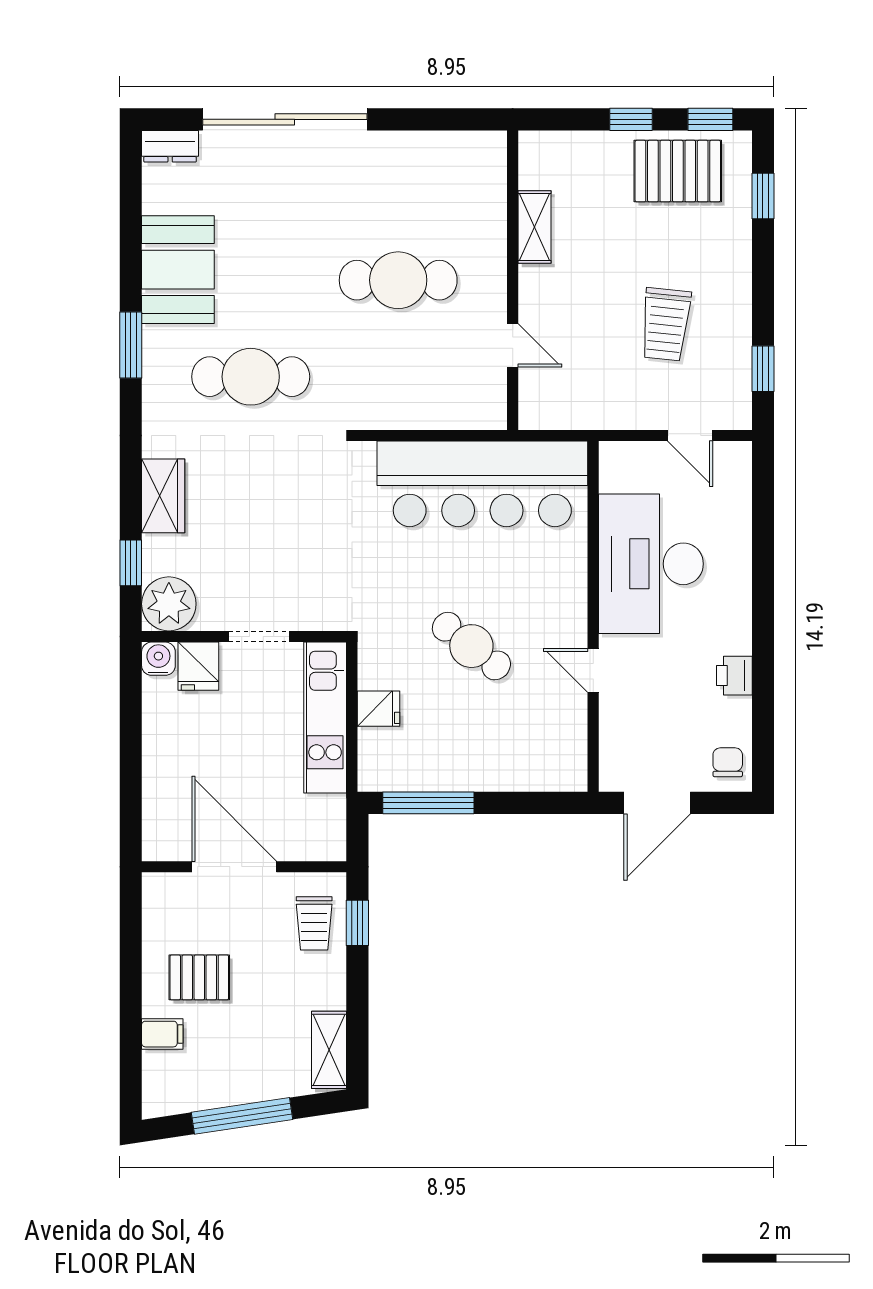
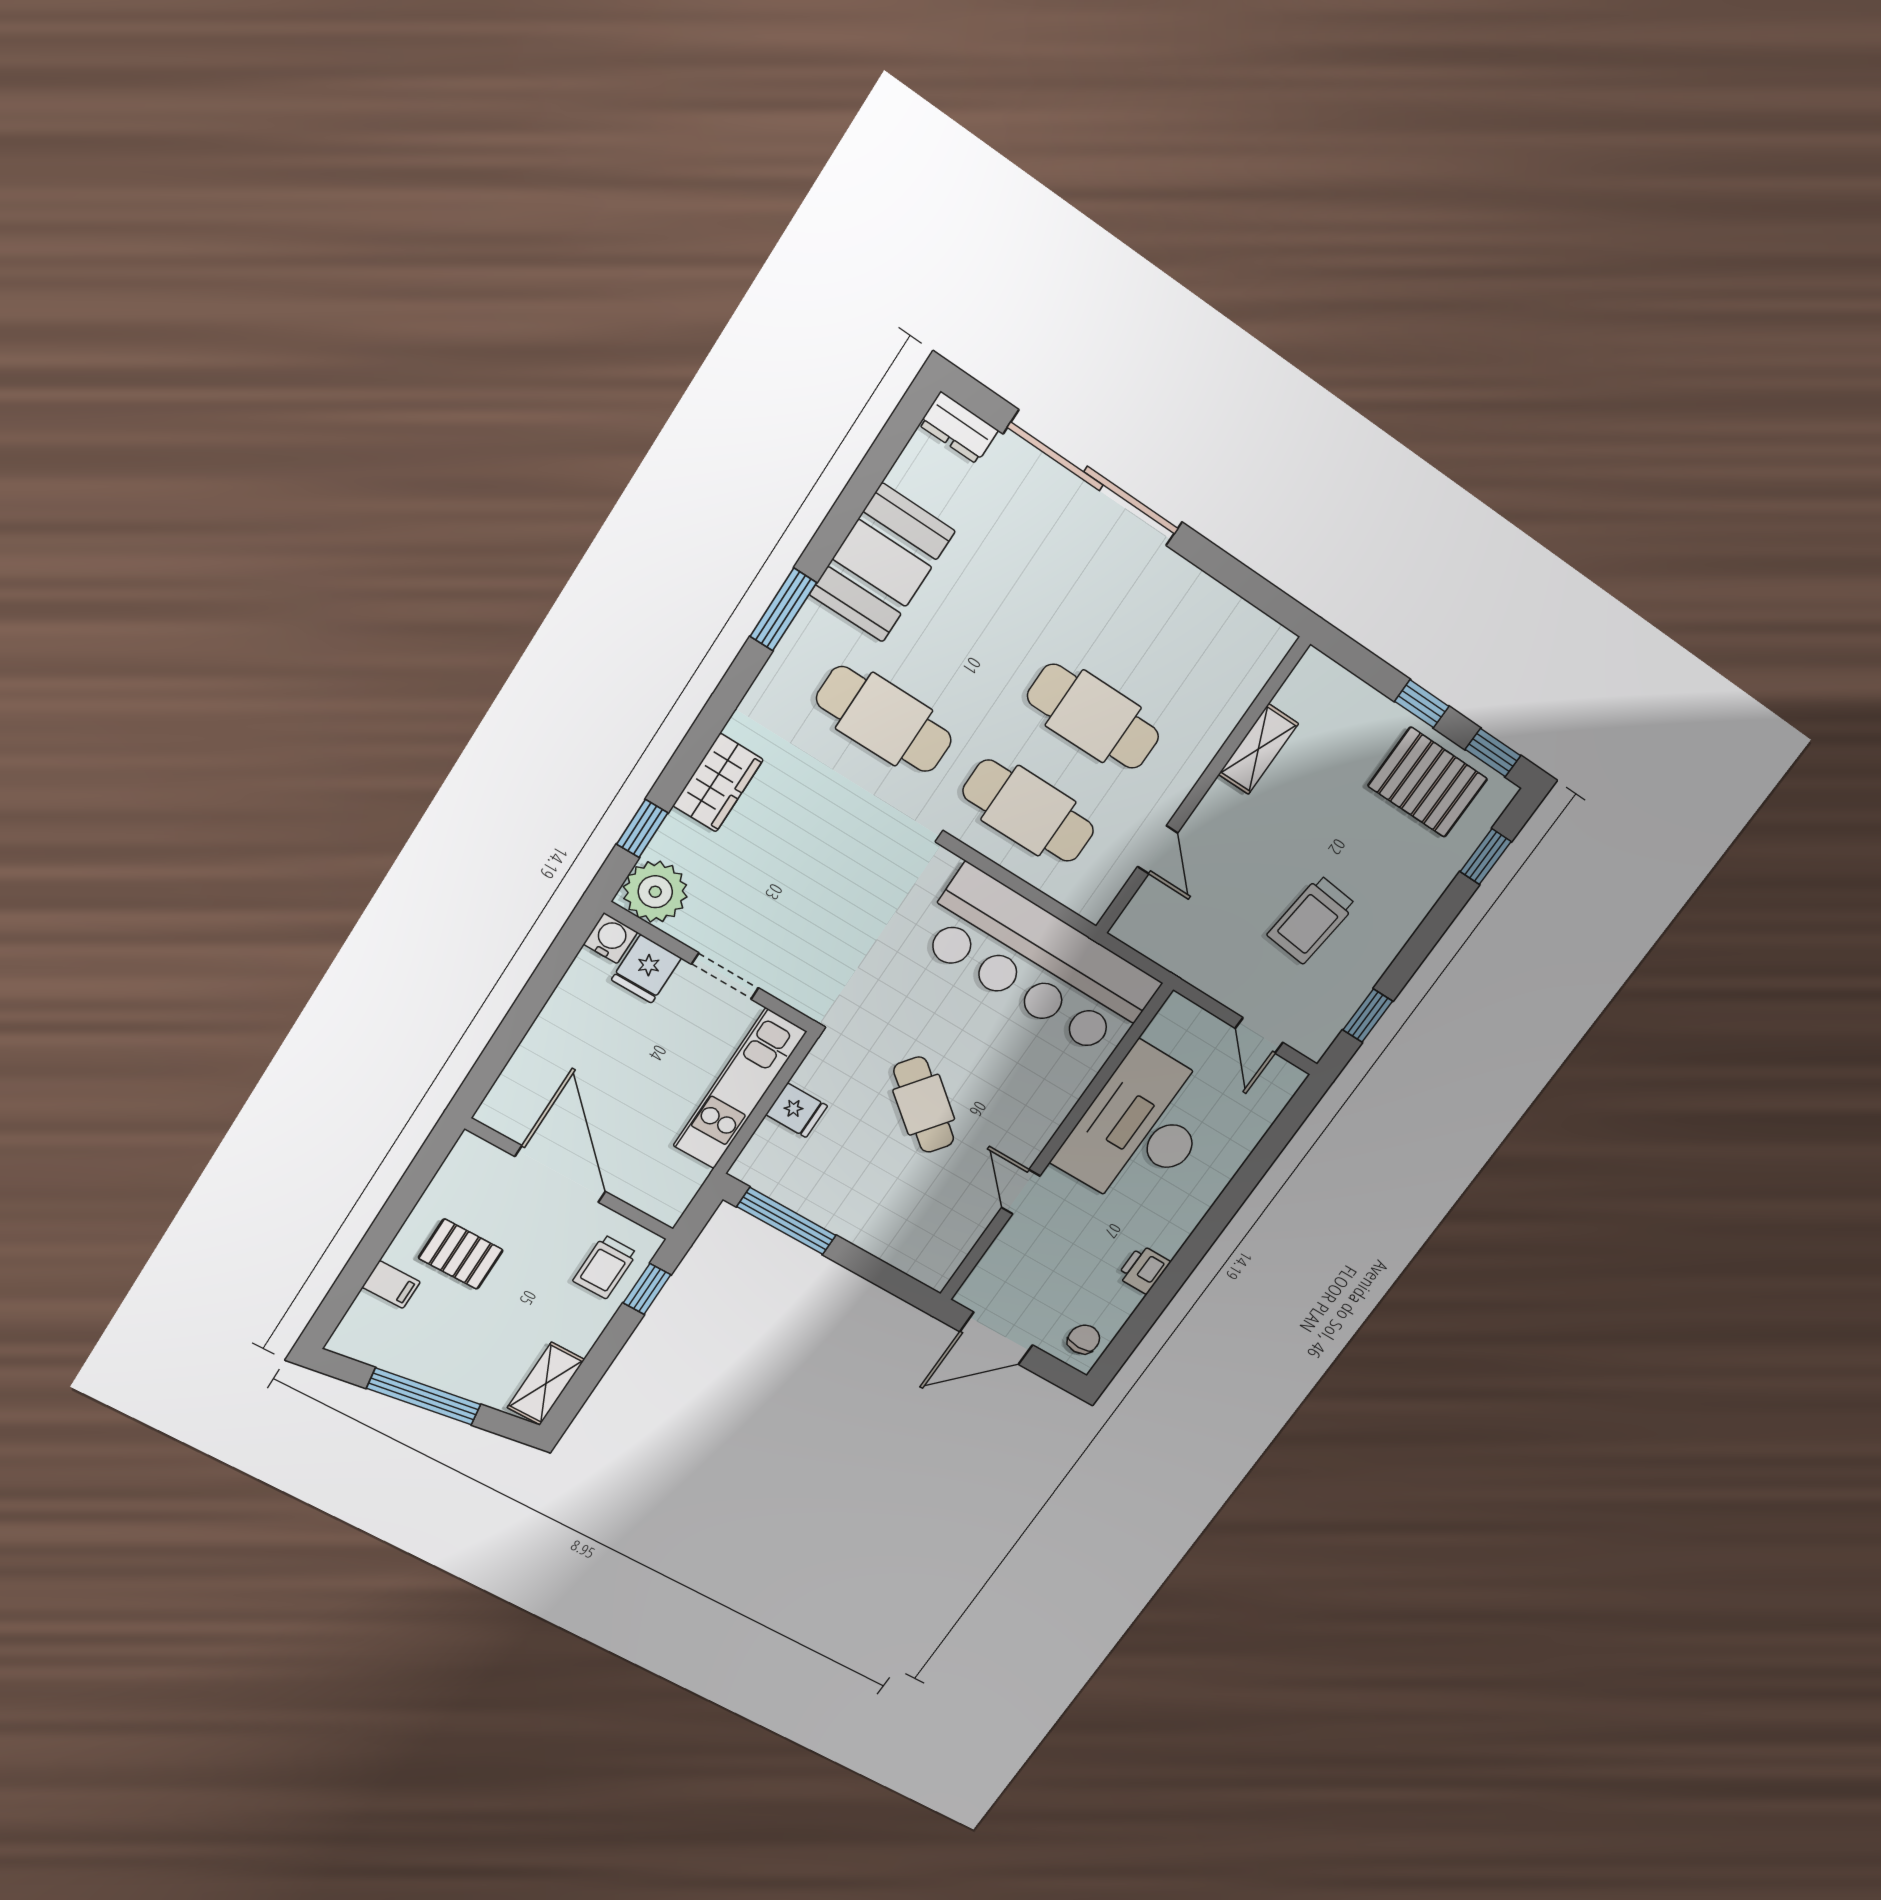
cafe table: (398, 377) -> (1028, 811), added

